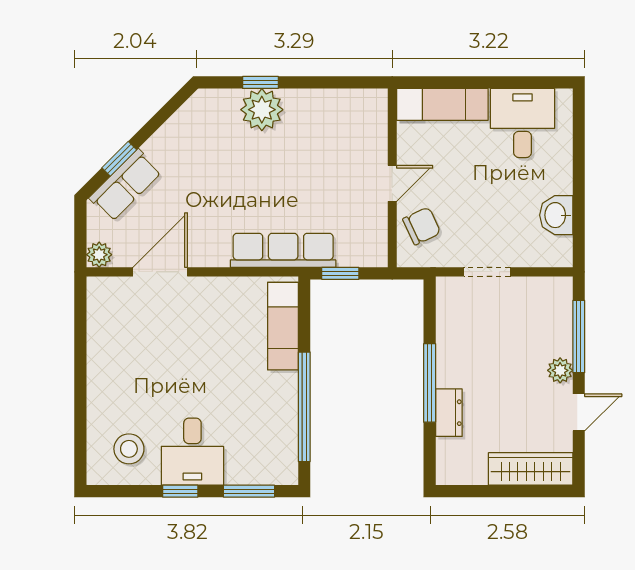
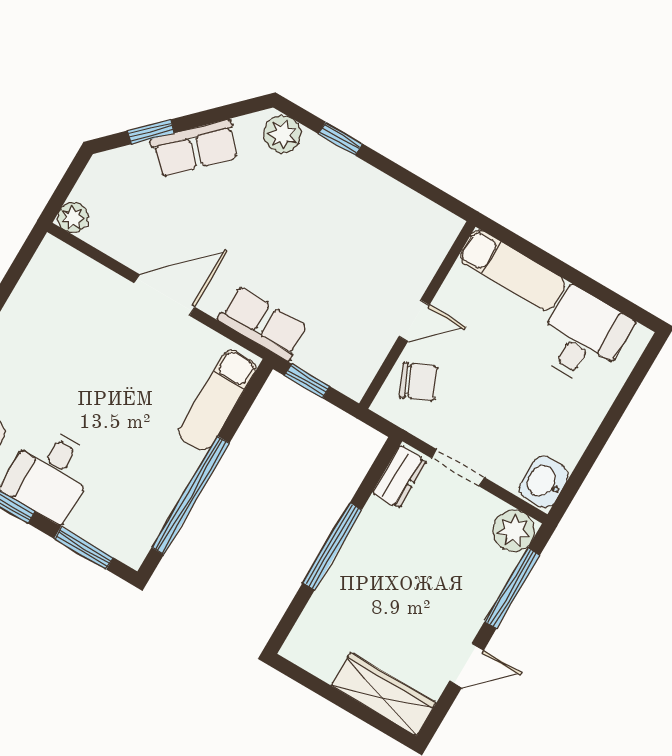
plant: (262, 110) -> (283, 134), moved, width x0.73, depth x0.73
row of seats: (125, 185) -> (195, 148), moved
washbasin: (556, 215) -> (544, 482), moved
row of seats: (283, 250) -> (263, 323), width x0.68
door: (160, 272) -> (164, 295), moved
plant: (560, 370) -> (514, 531), moved, width x1.38, depth x1.38
dresser: (449, 413) -> (400, 477), moved

